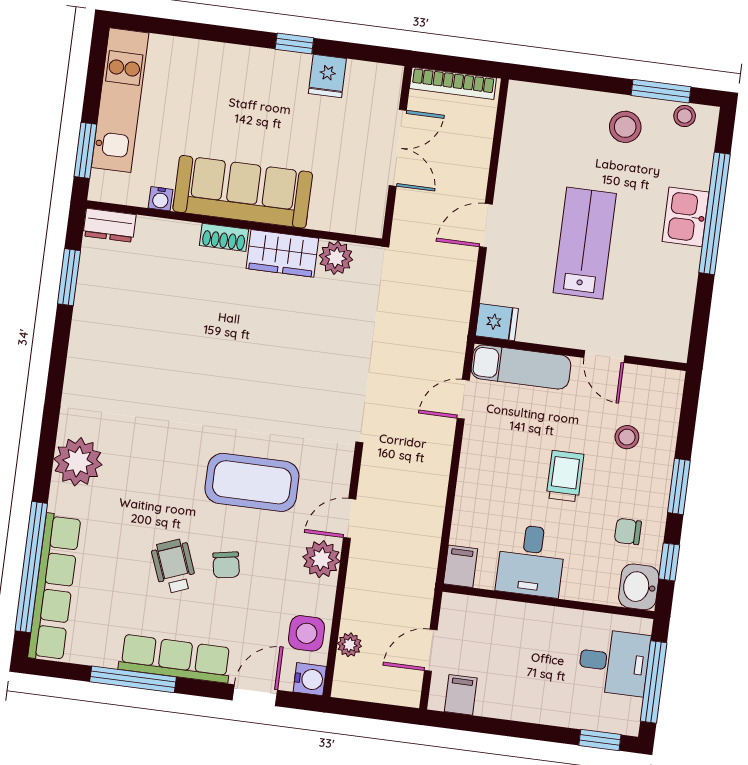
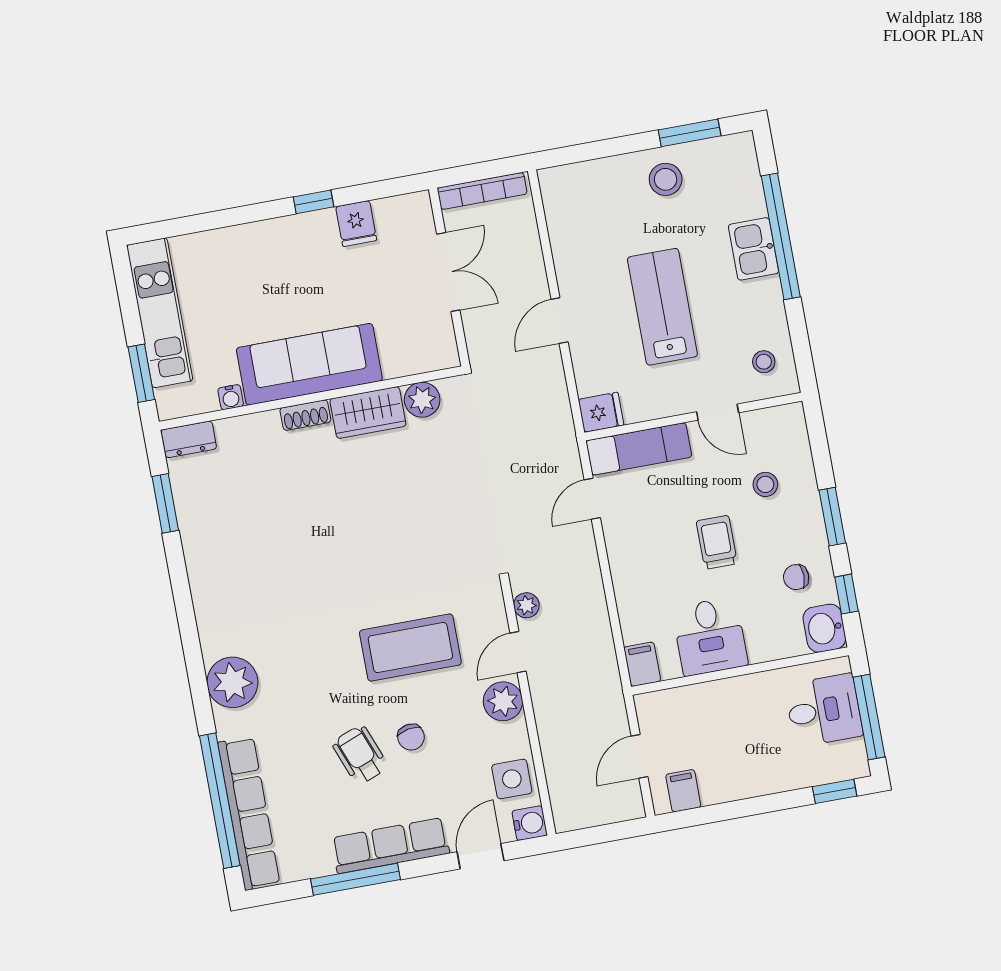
stool: (685, 116) -> (764, 362), moved
plant: (350, 645) -> (526, 605), moved

